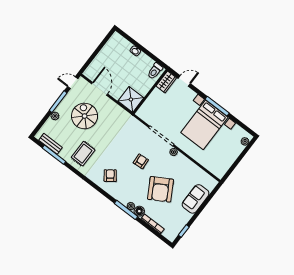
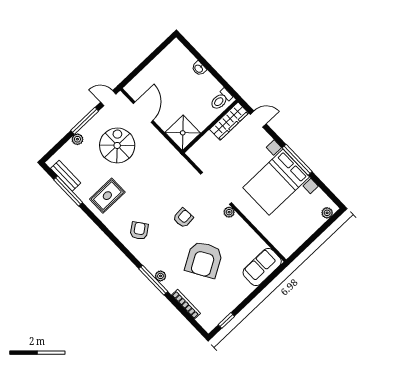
wardrobe: (166, 82) -> (229, 121), width x1.50
sofa: (196, 199) -> (262, 267), moved
floor lamp: (139, 211) -> (171, 285), removed

